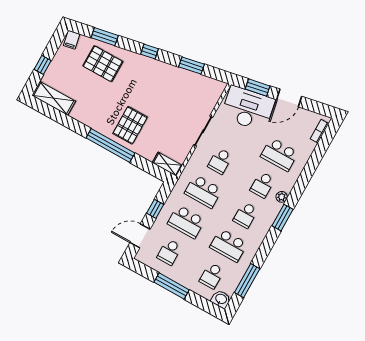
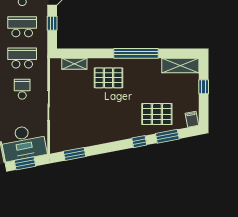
window: (149, 52) -> (139, 142), moved
window: (192, 66) -> (75, 154), moved
pallet: (130, 125) -> (109, 78), turned 90
window: (110, 146) -> (136, 53), moved
shelving: (167, 164) -> (74, 64), moved

